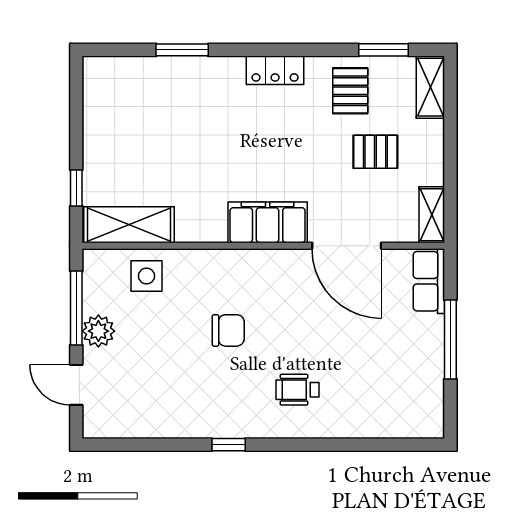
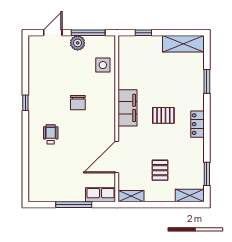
pallet: (350, 91) -> (163, 115), moved
filing cabinet: (268, 222) -> (128, 108), moved
shelving: (129, 225) -> (183, 44), moved, turned 90

